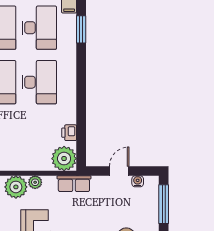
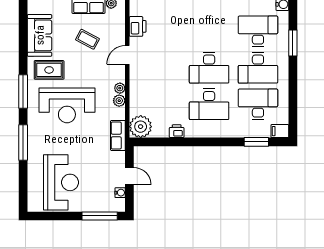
desk: (39, 28) -> (258, 104), turned 180
printer: (69, 133) -> (177, 131), moved
plant: (16, 187) -> (120, 88), width x0.53, depth x0.53

